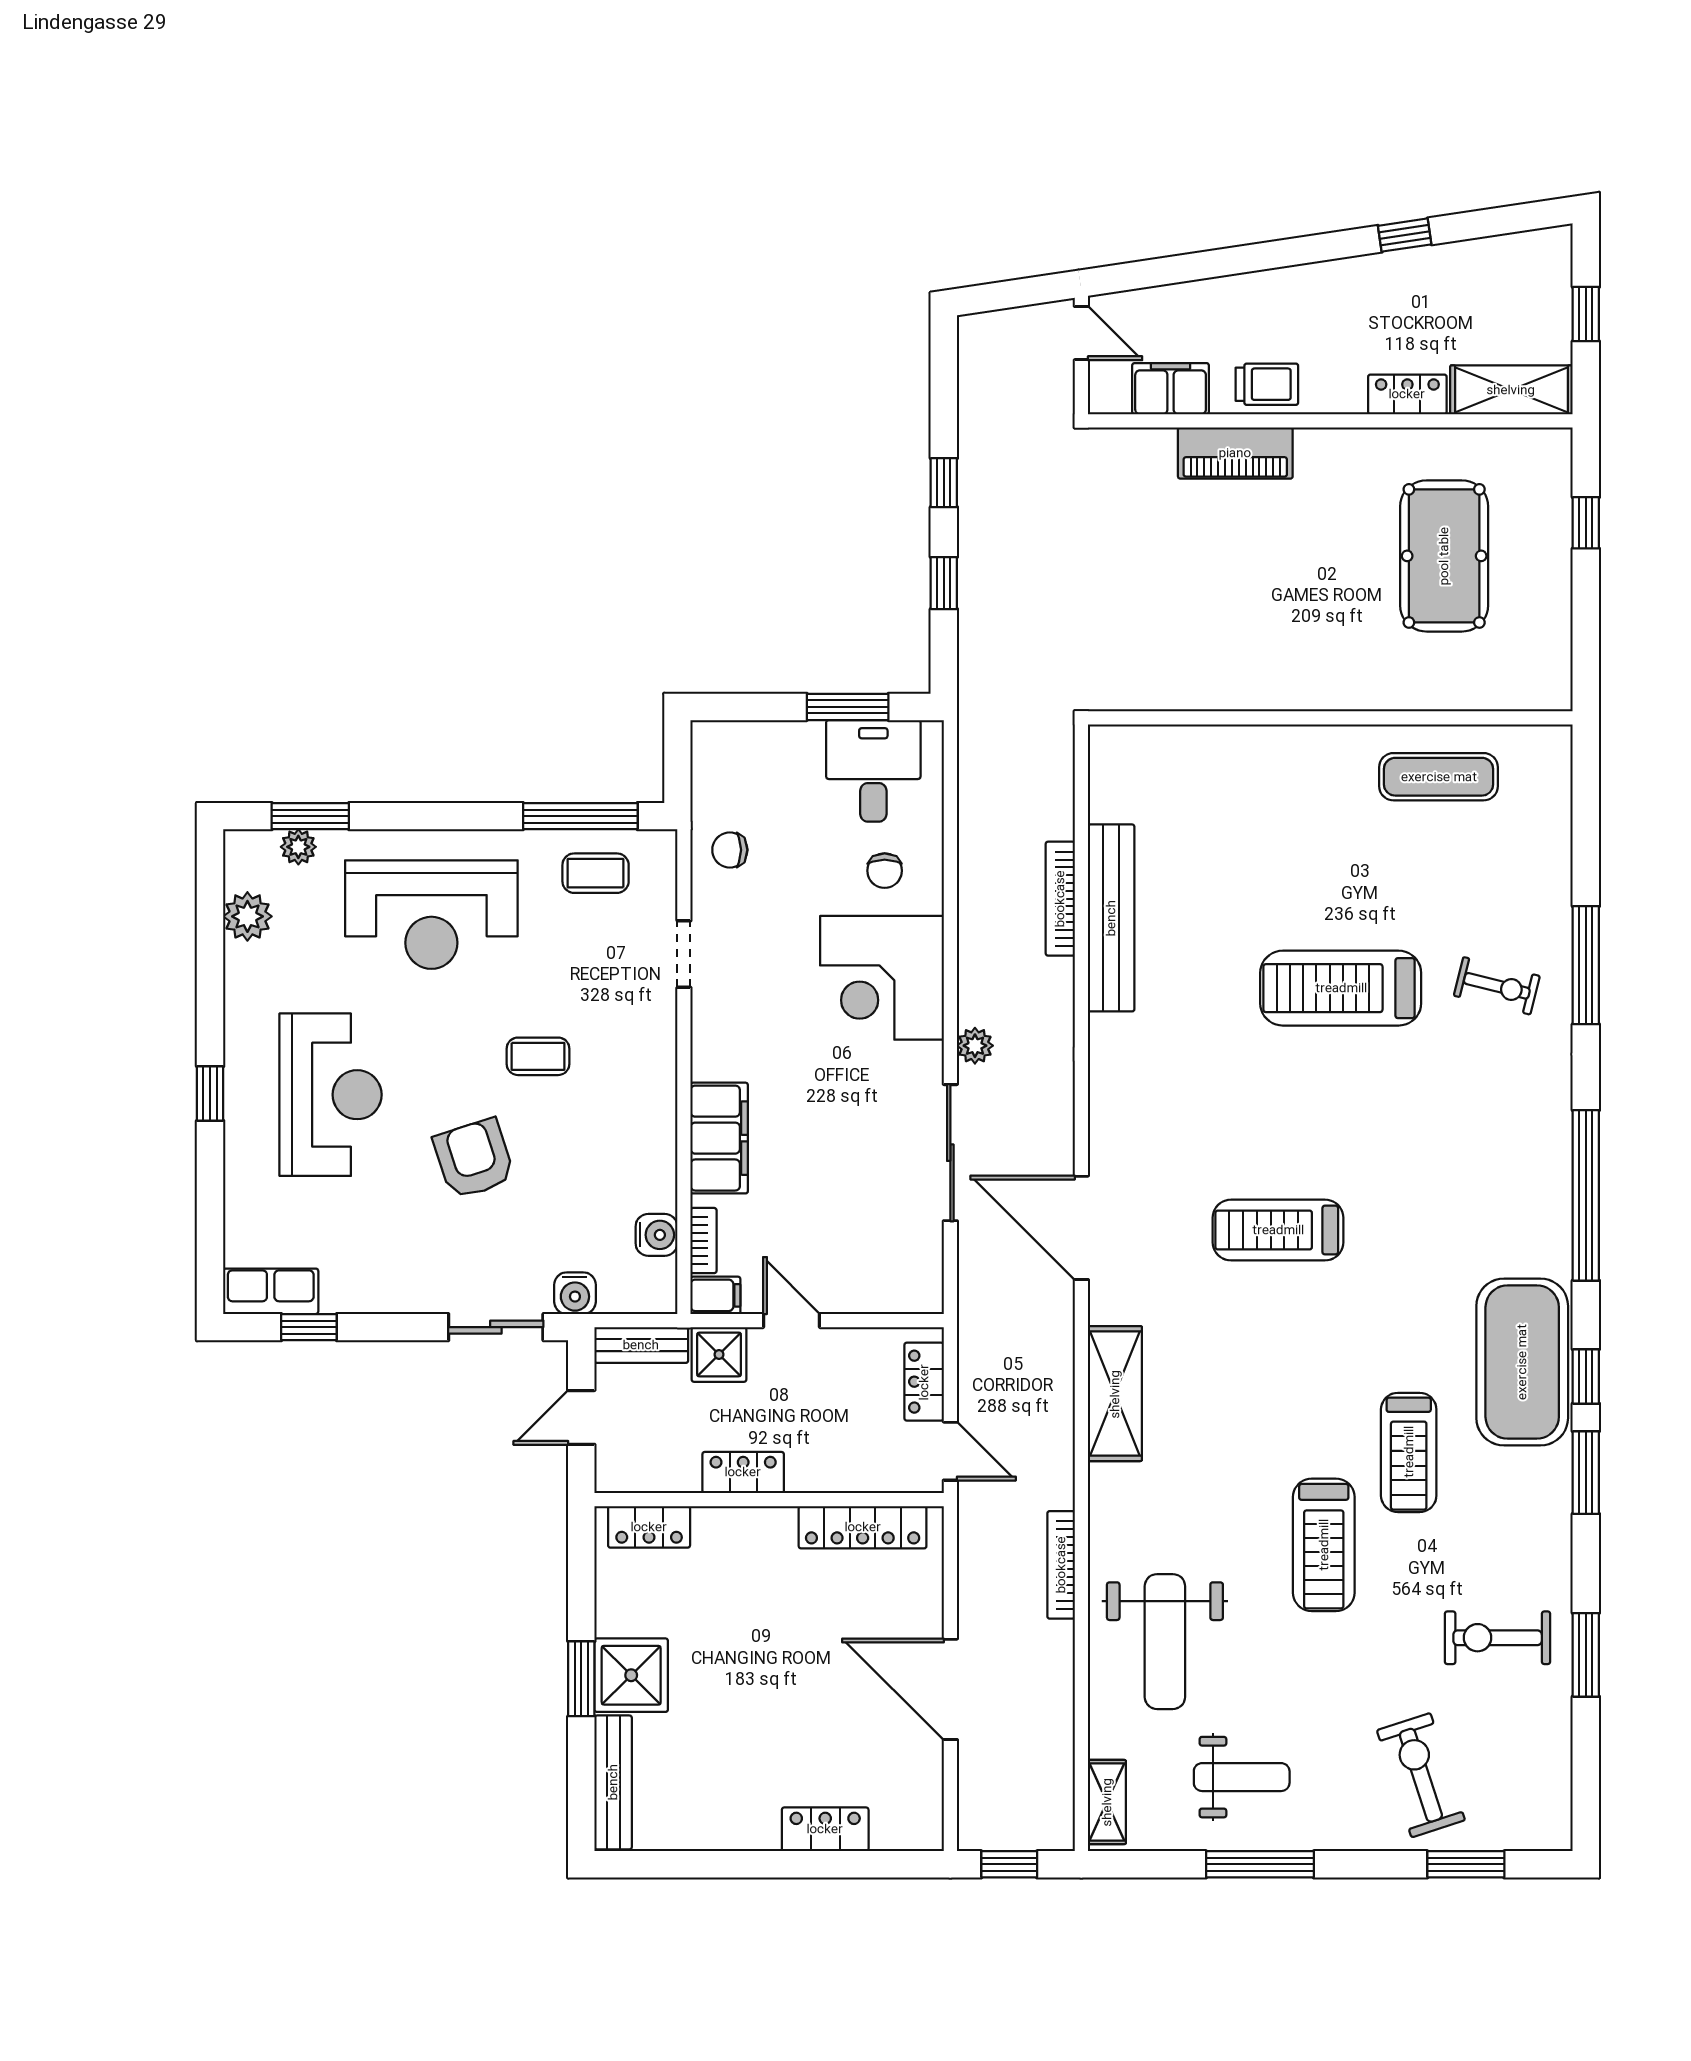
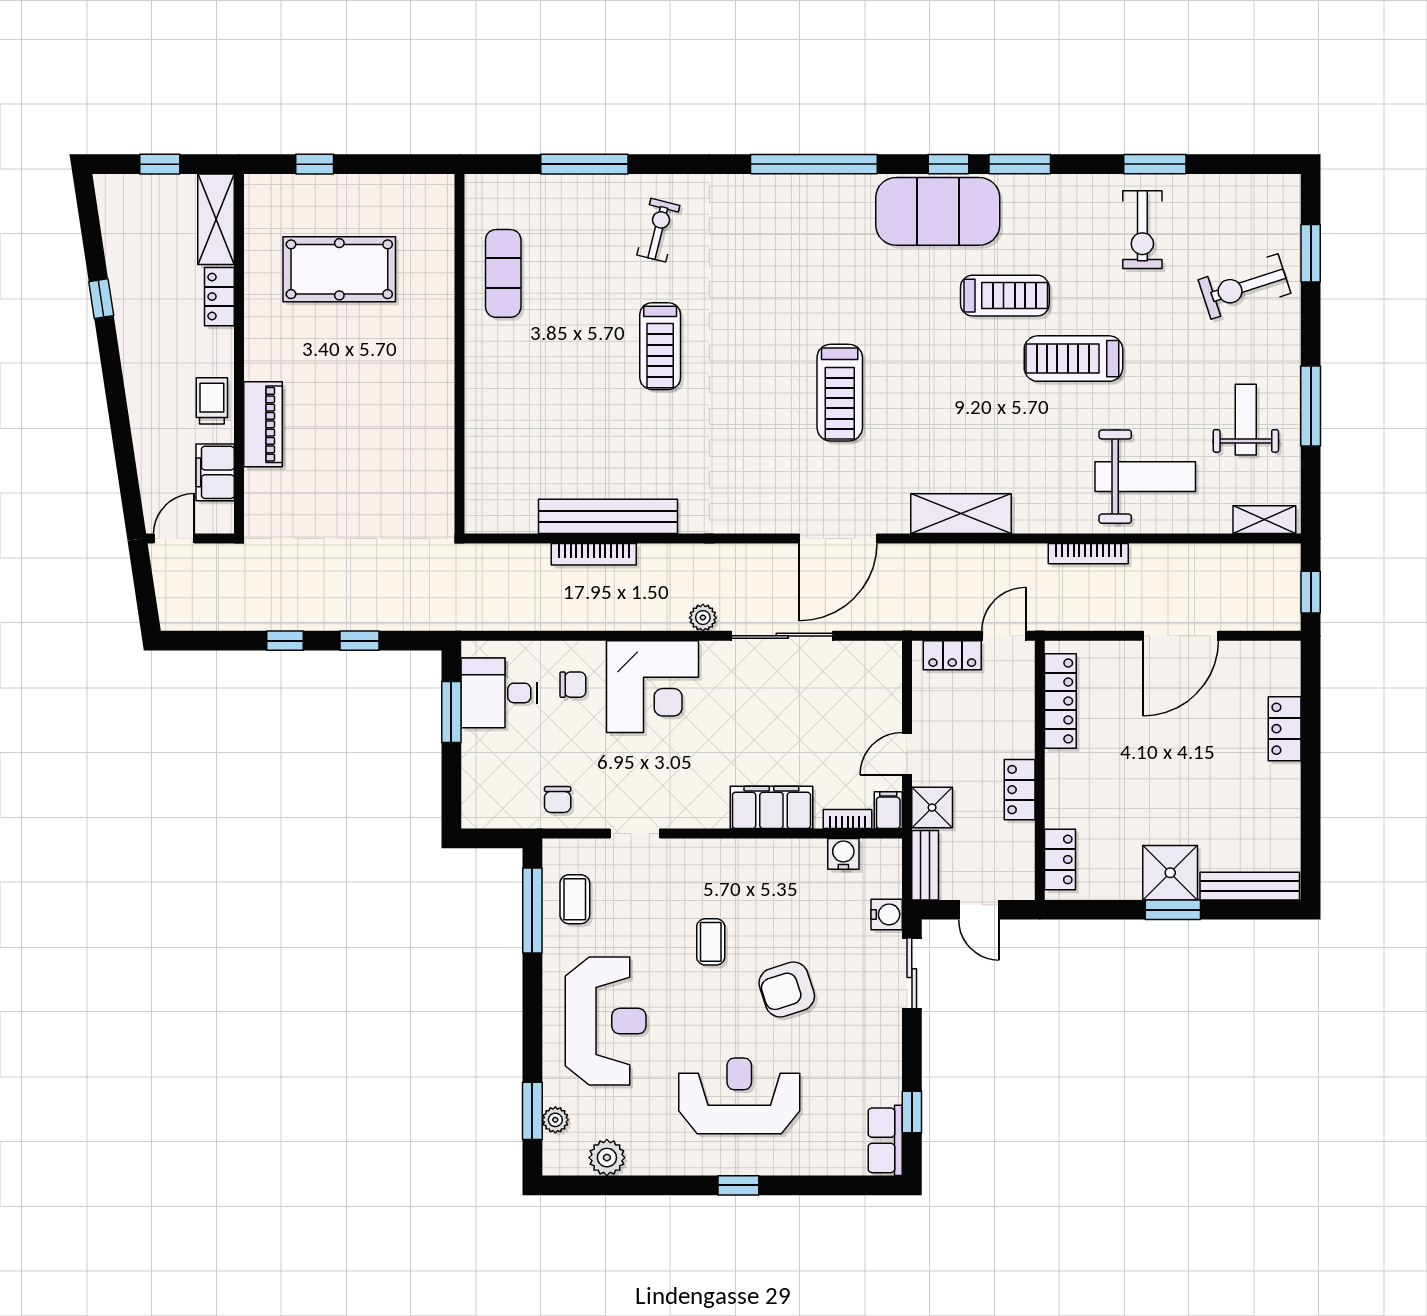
window: (1586, 965) -> (584, 164), moved
treadmill: (1341, 988) -> (660, 346), width x0.73, depth x0.73
treadmill: (1324, 1545) -> (1073, 359), turned 180

